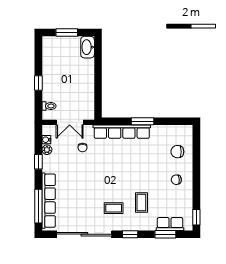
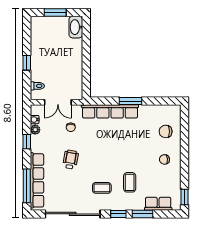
wheelchair: (82, 180) -> (71, 159), added
window: (165, 234) -> (143, 214), moved

